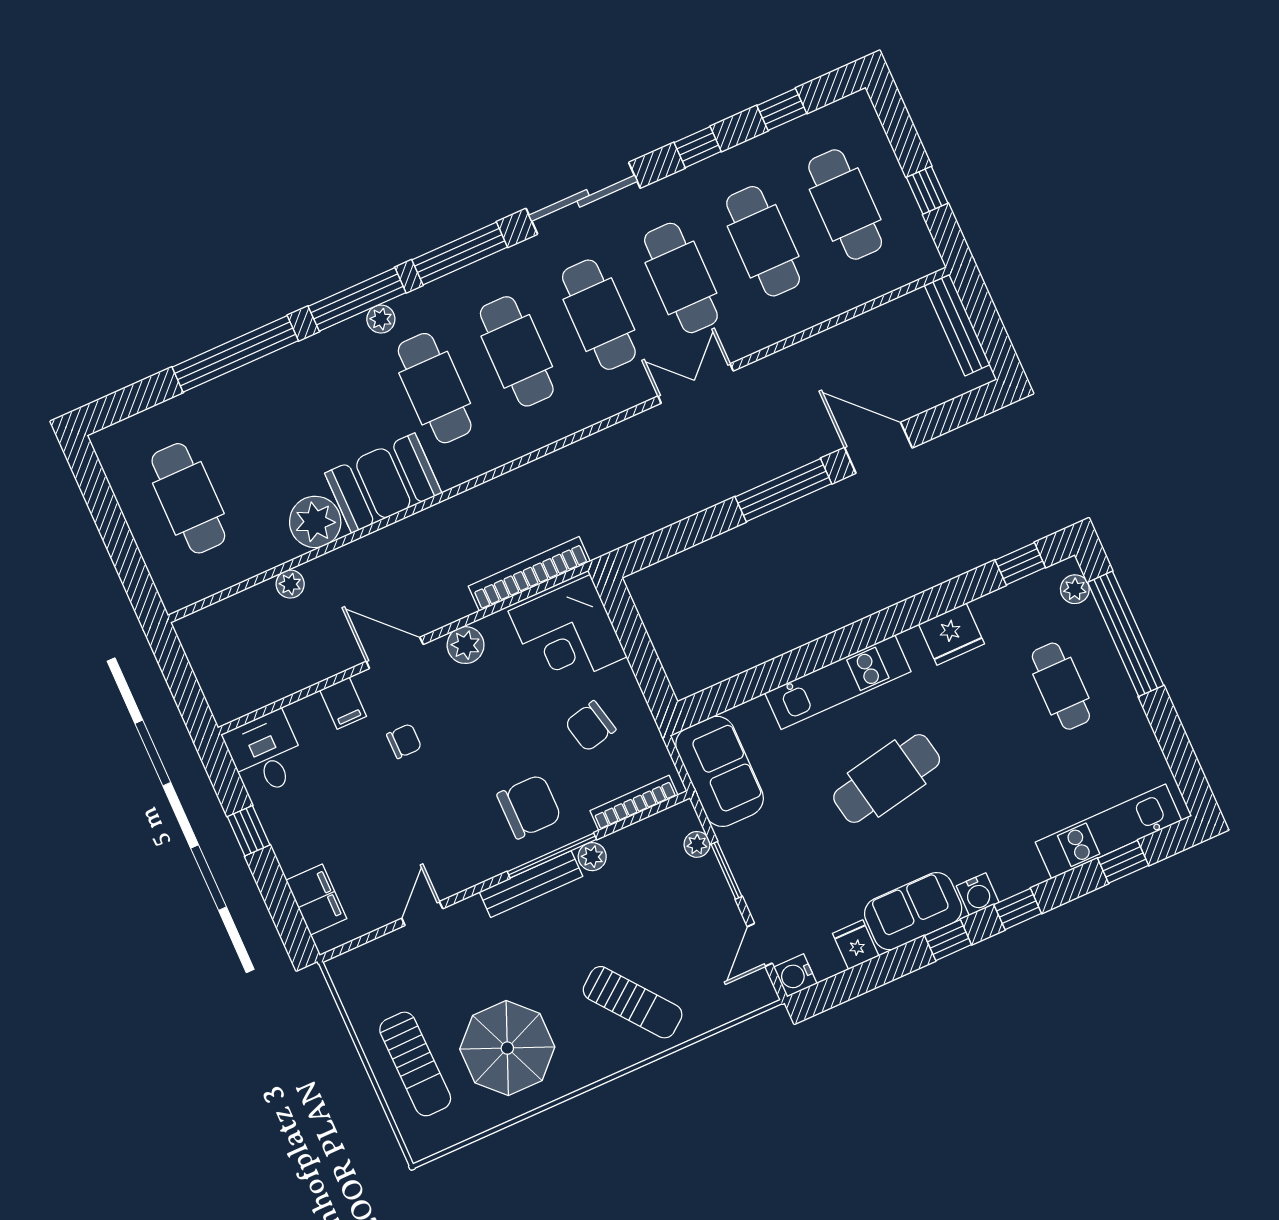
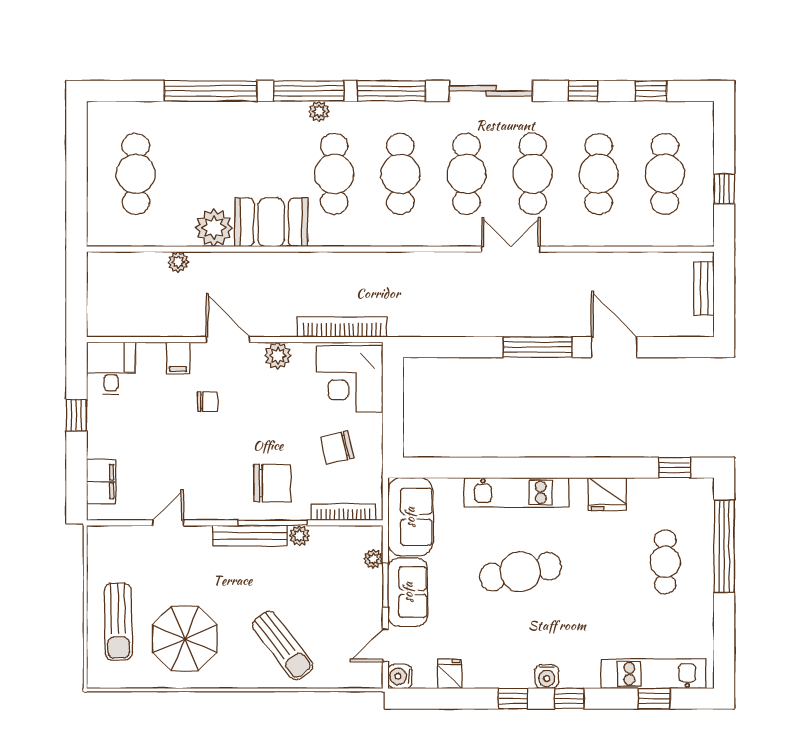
bench: (957, 325) -> (704, 288), width x0.73
plant: (1075, 589) -> (704, 501), removed
sofa: (913, 911) -> (408, 592), moved, turned 90

